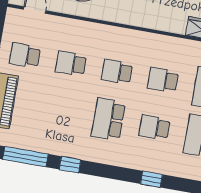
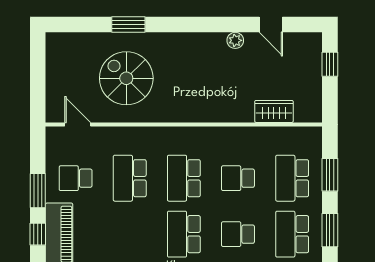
school desk: (71, 64) -> (130, 178), width x1.85
school desk: (117, 72) -> (184, 178), width x1.85

